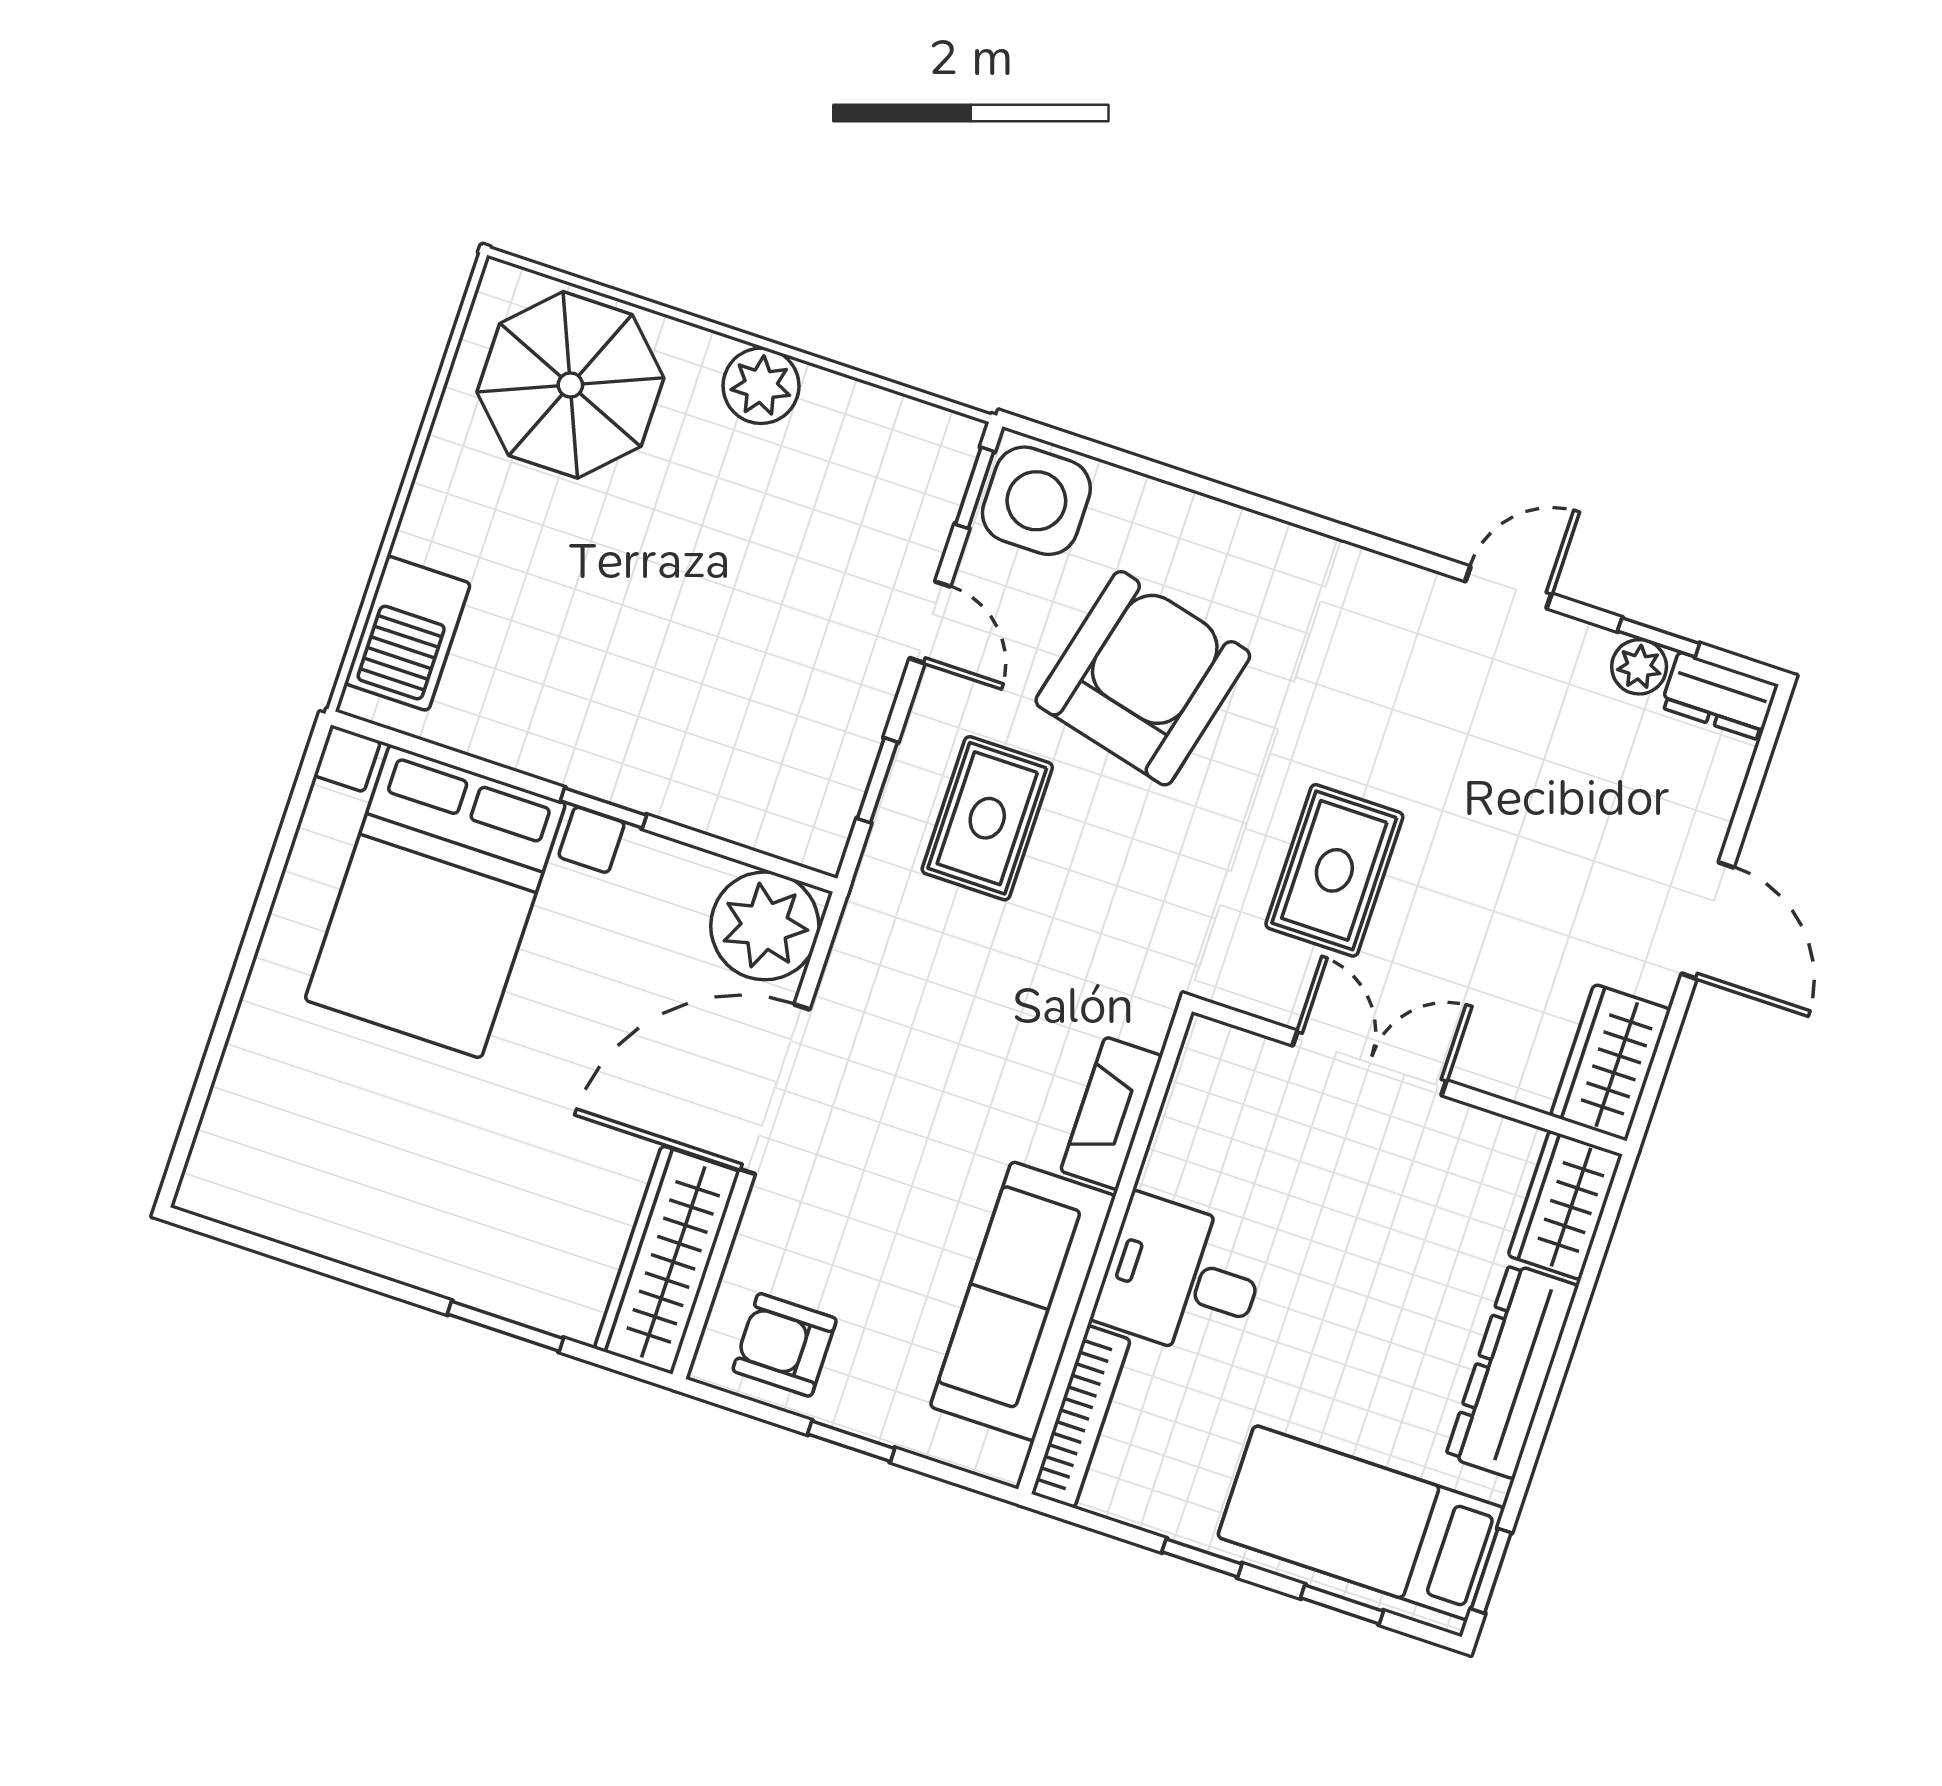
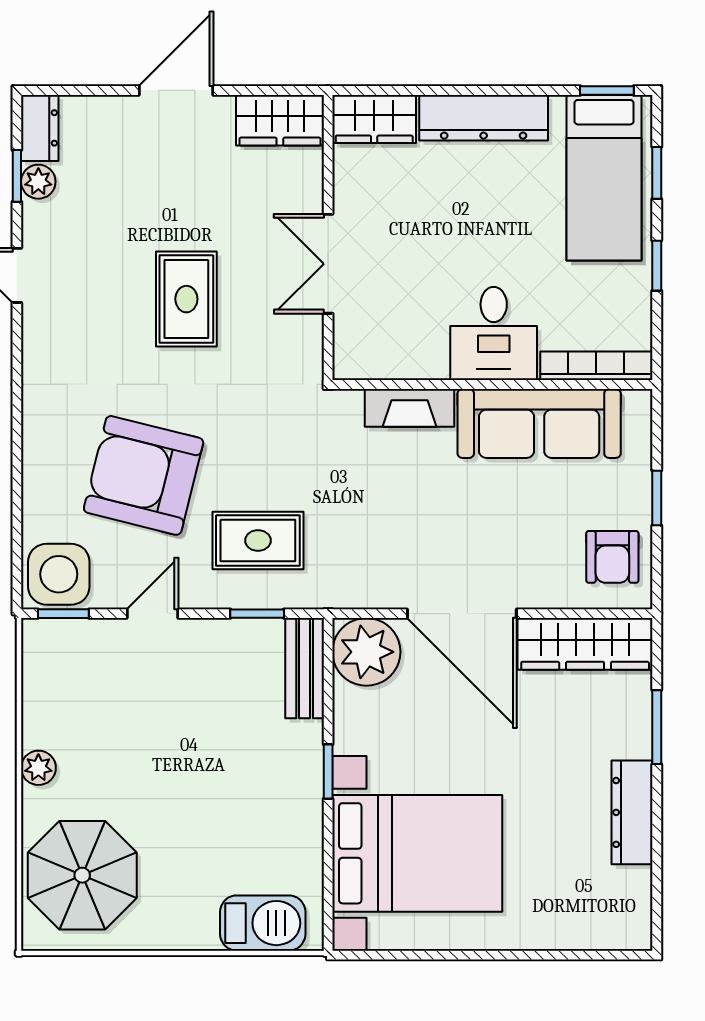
plant: (761, 386) -> (38, 768), width x0.73, depth x0.73
bench: (771, 825) -> (305, 668), added
rug: (1334, 870) -> (186, 299), moved, turned 90
dresser: (389, 1246) -> (632, 812), added

